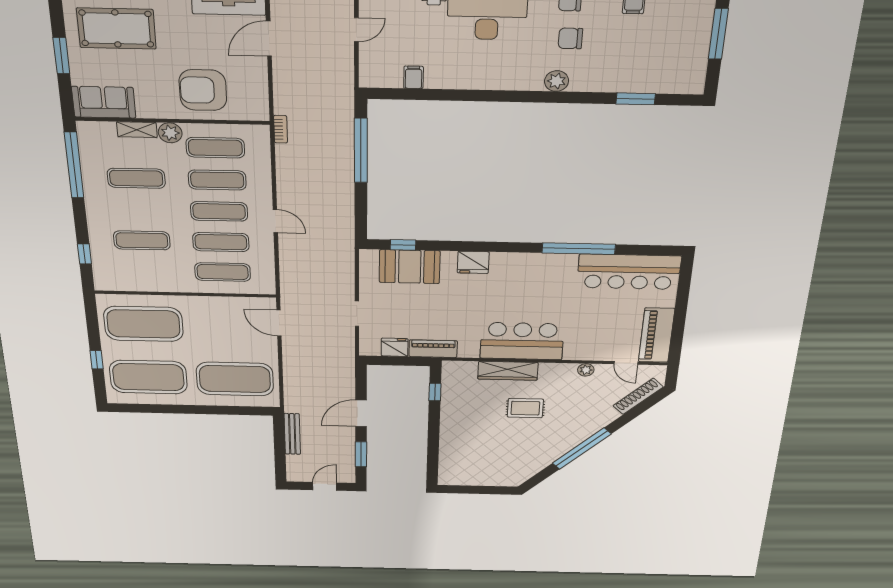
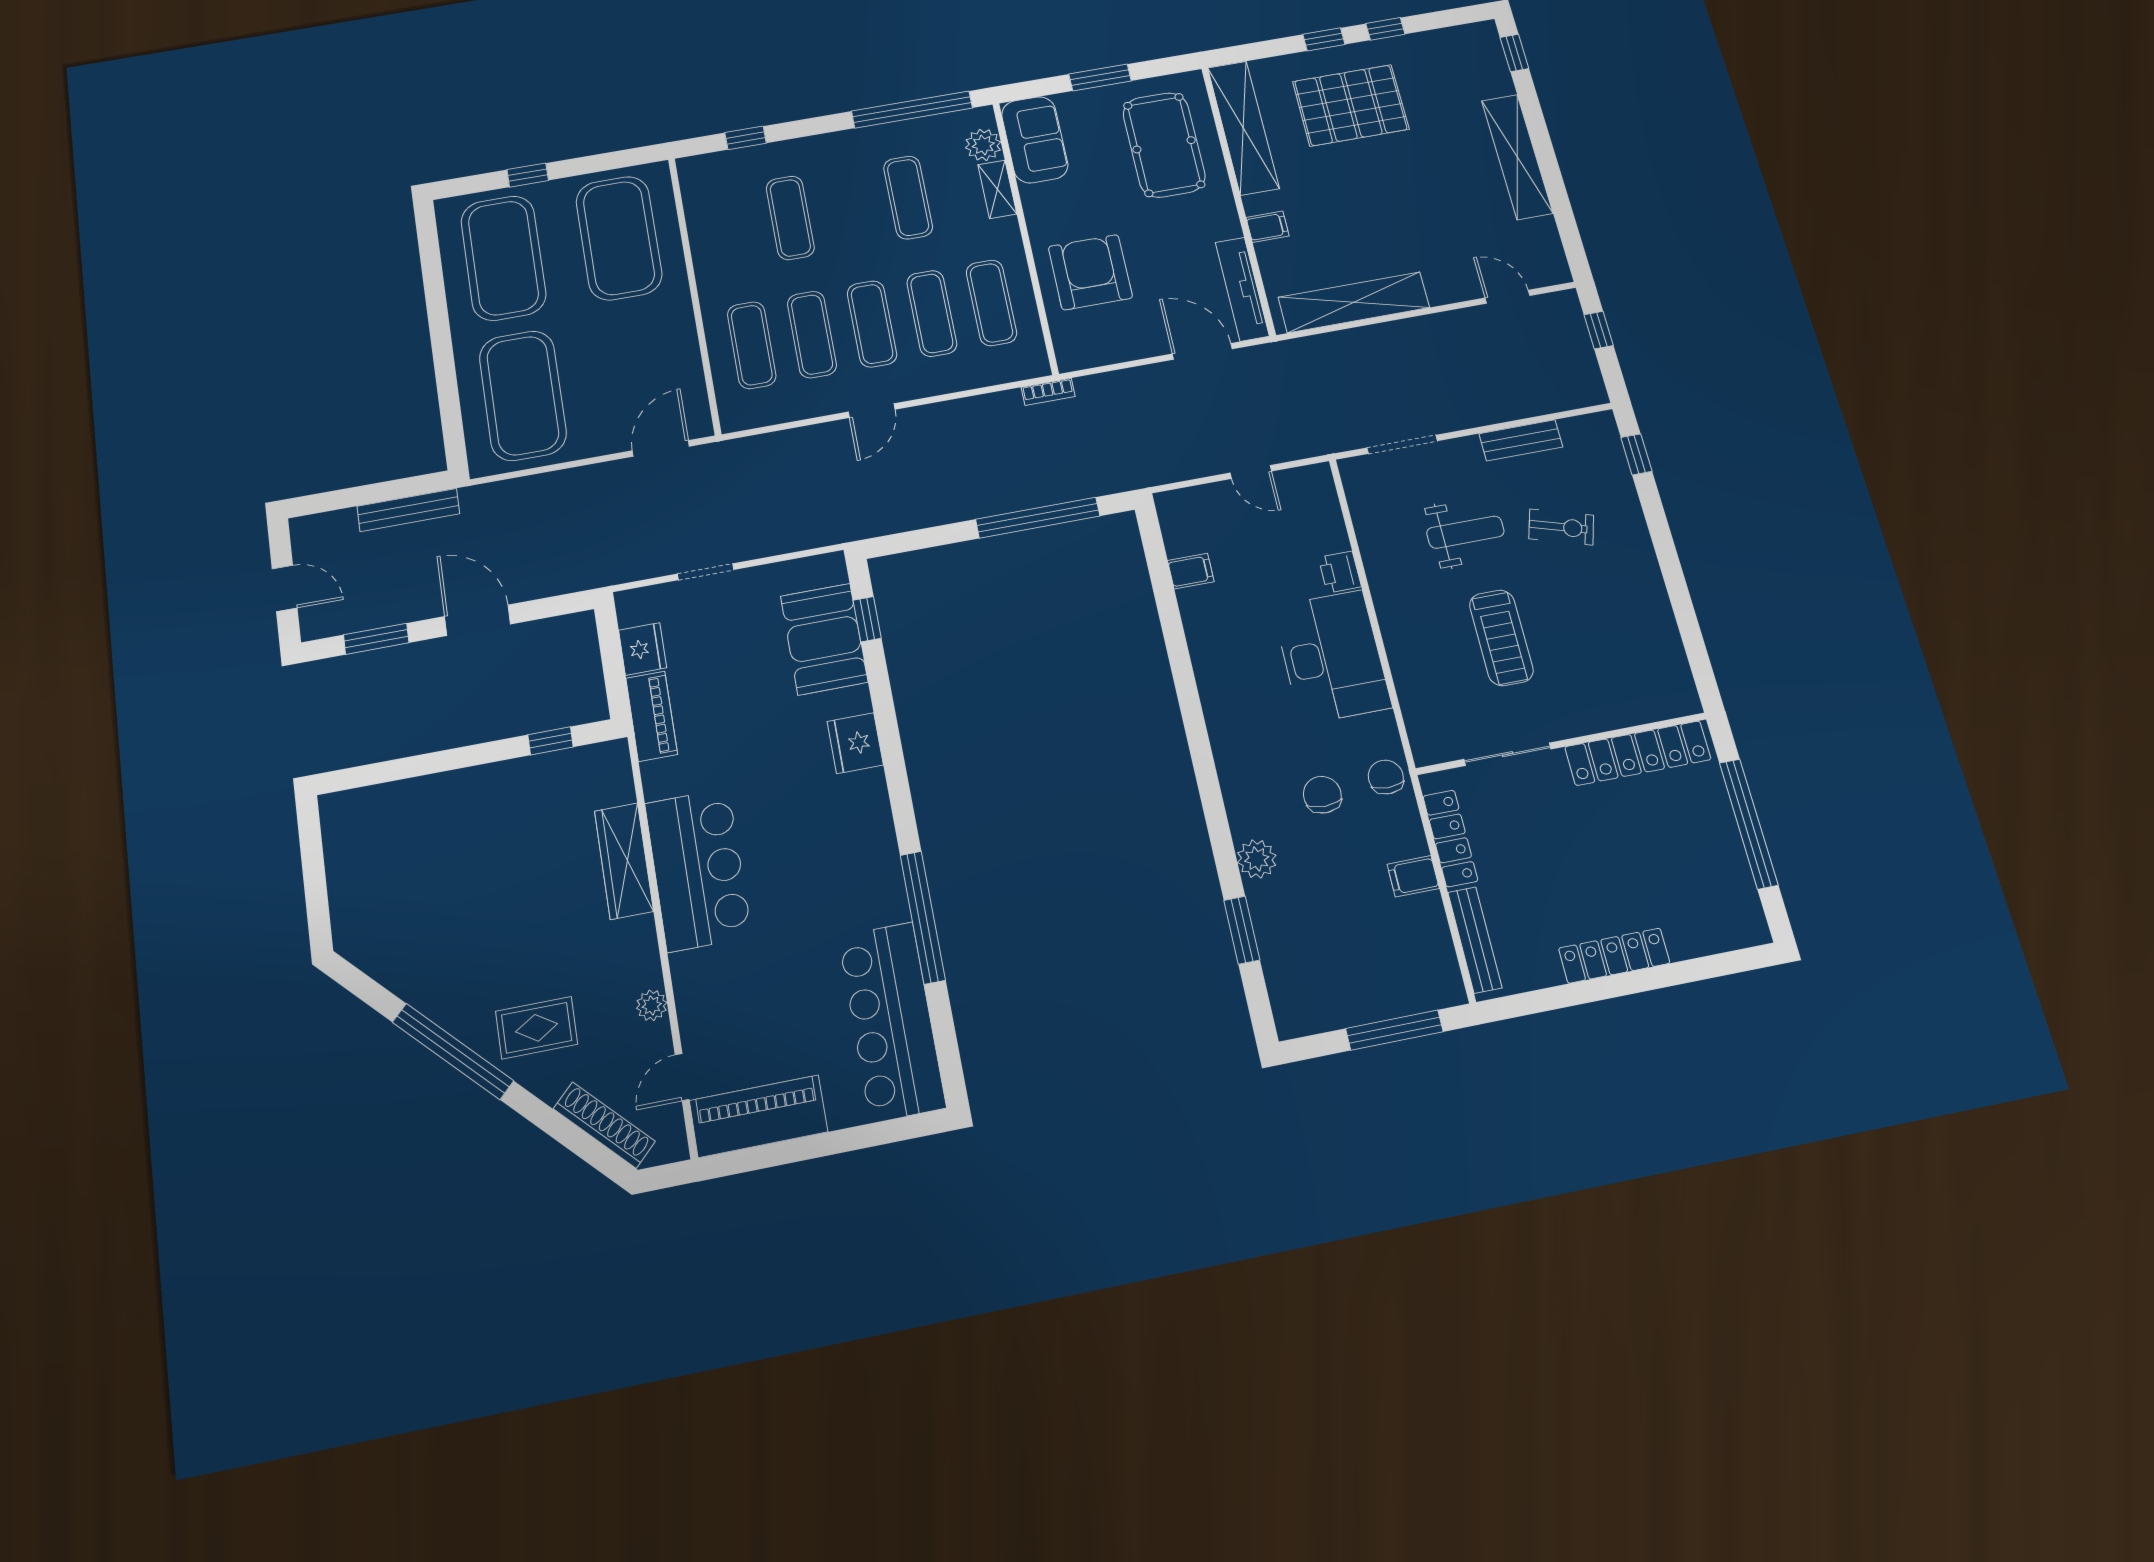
plant: (557, 81) -> (1257, 859), moved
plant: (170, 133) -> (983, 145), moved
rug: (525, 408) -> (537, 1028), moved, turned 90

